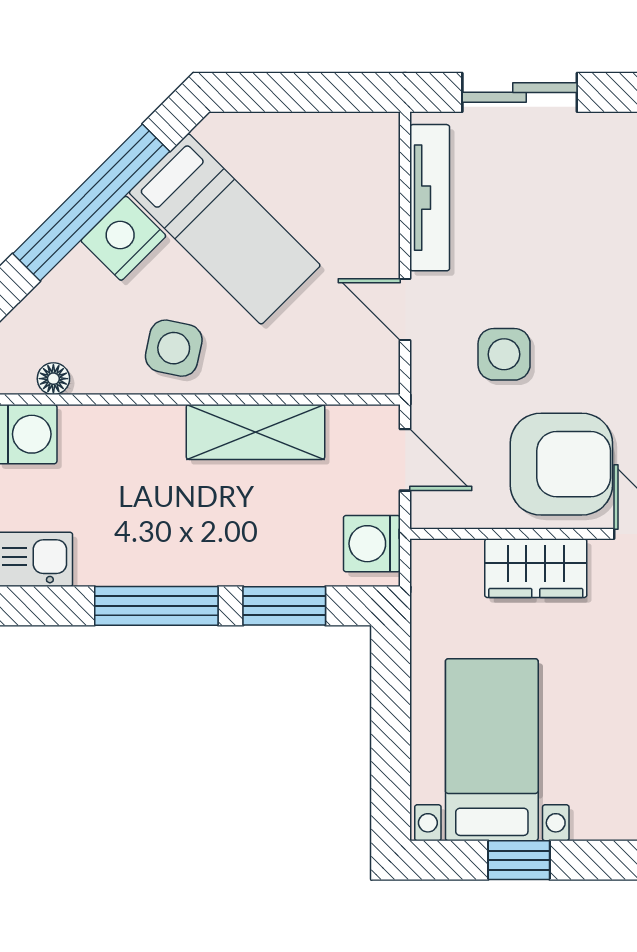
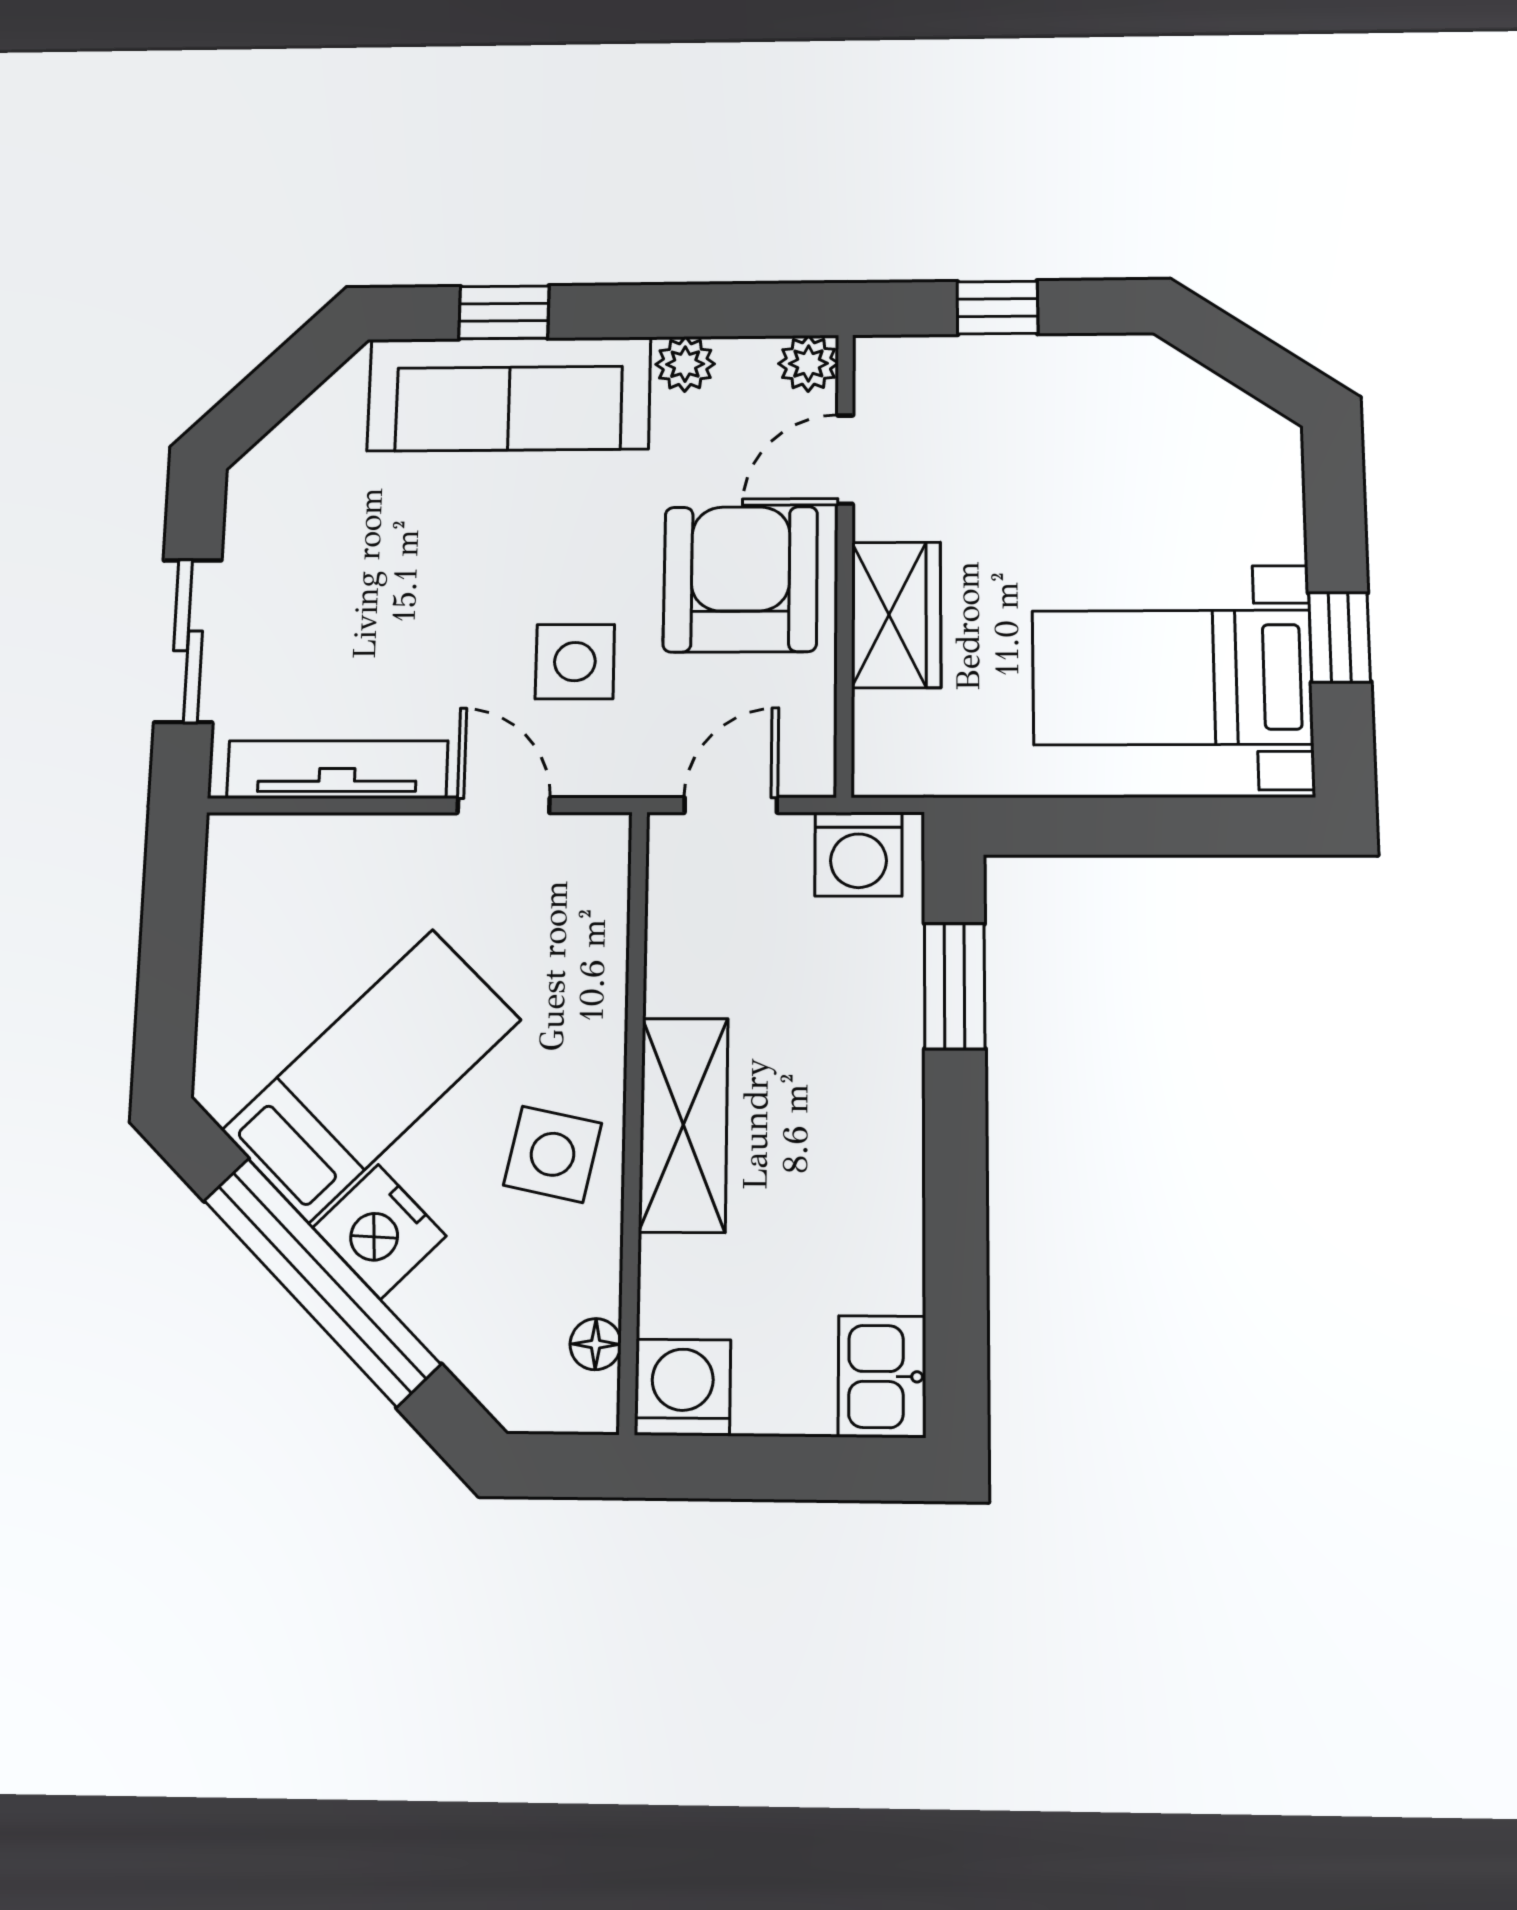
door: (405, 310) -> (504, 805), swing flipped
shelving: (256, 432) -> (683, 1125), moved
window: (156, 606) -> (956, 1183), removed

